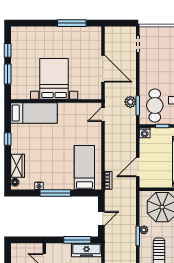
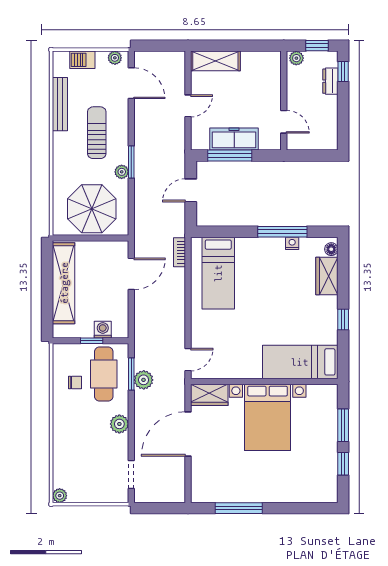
door: (103, 69) -> (188, 434), hinge flipped
plant: (145, 75) -> (119, 424), added
wardrobe: (90, 93) -> (209, 395), added
washing machine: (145, 133) -> (103, 330), moved
window: (55, 193) -> (282, 232), moved
freezer: (87, 250) -> (234, 139), moved

